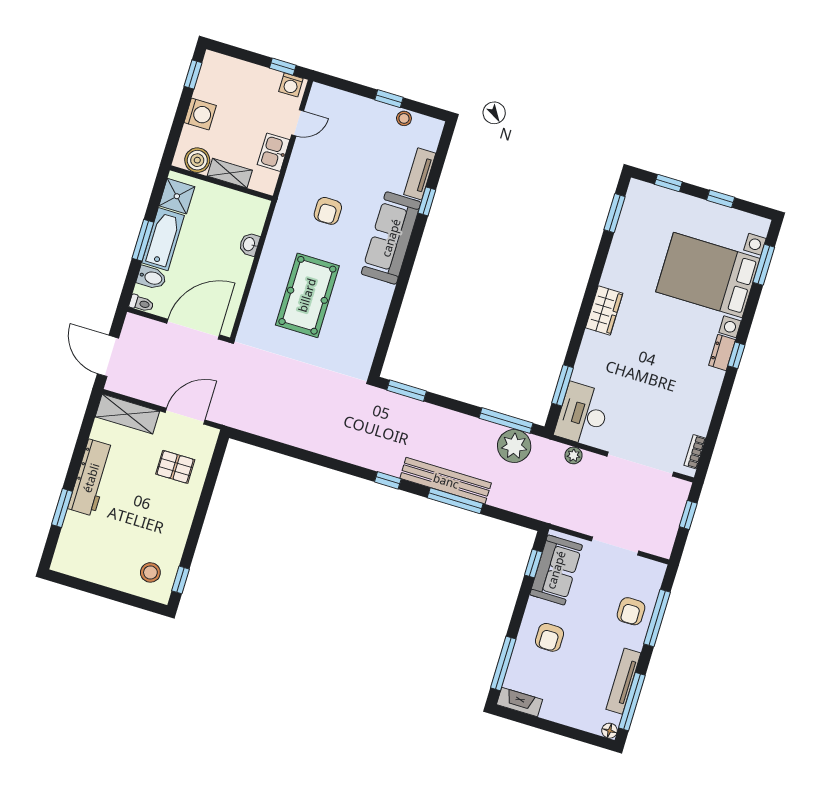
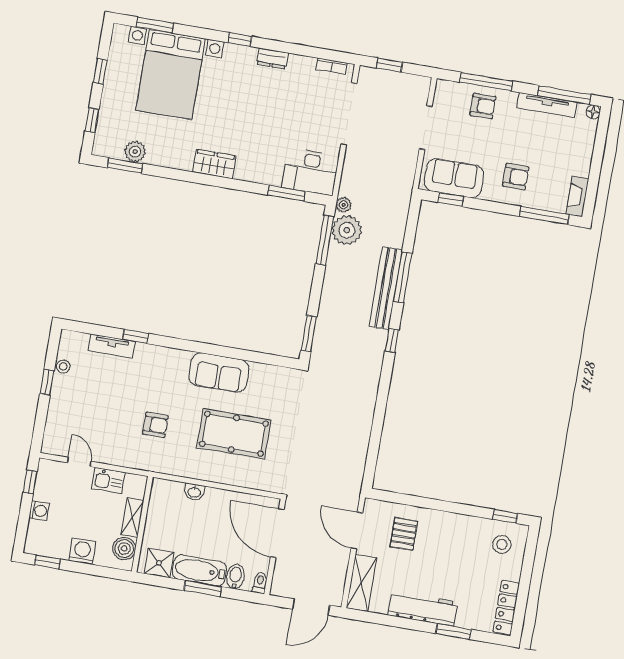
washing machine: (291, 85) -> (39, 511), moved
plant: (628, 226) -> (135, 152), added
sofa: (391, 238) -> (219, 373), moved, width x0.73
dresser: (722, 353) -> (272, 58), moved
plant: (574, 455) -> (344, 205), moved
locker: (81, 569) -> (506, 608), added

